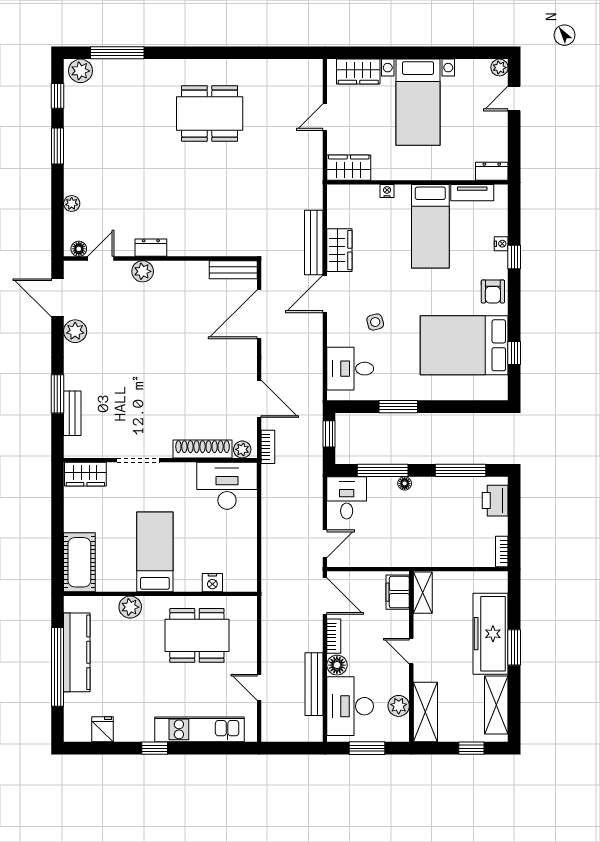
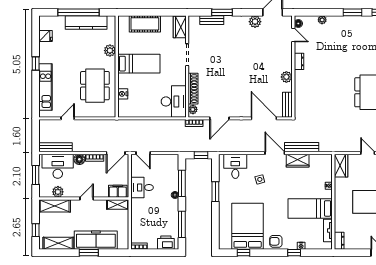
plant: (143, 271) -> (286, 77), moved
desk: (347, 498) -> (142, 188), moved, turned 180
cot: (79, 562) -> (145, 24), moved
bench: (314, 684) -> (55, 147), moved

